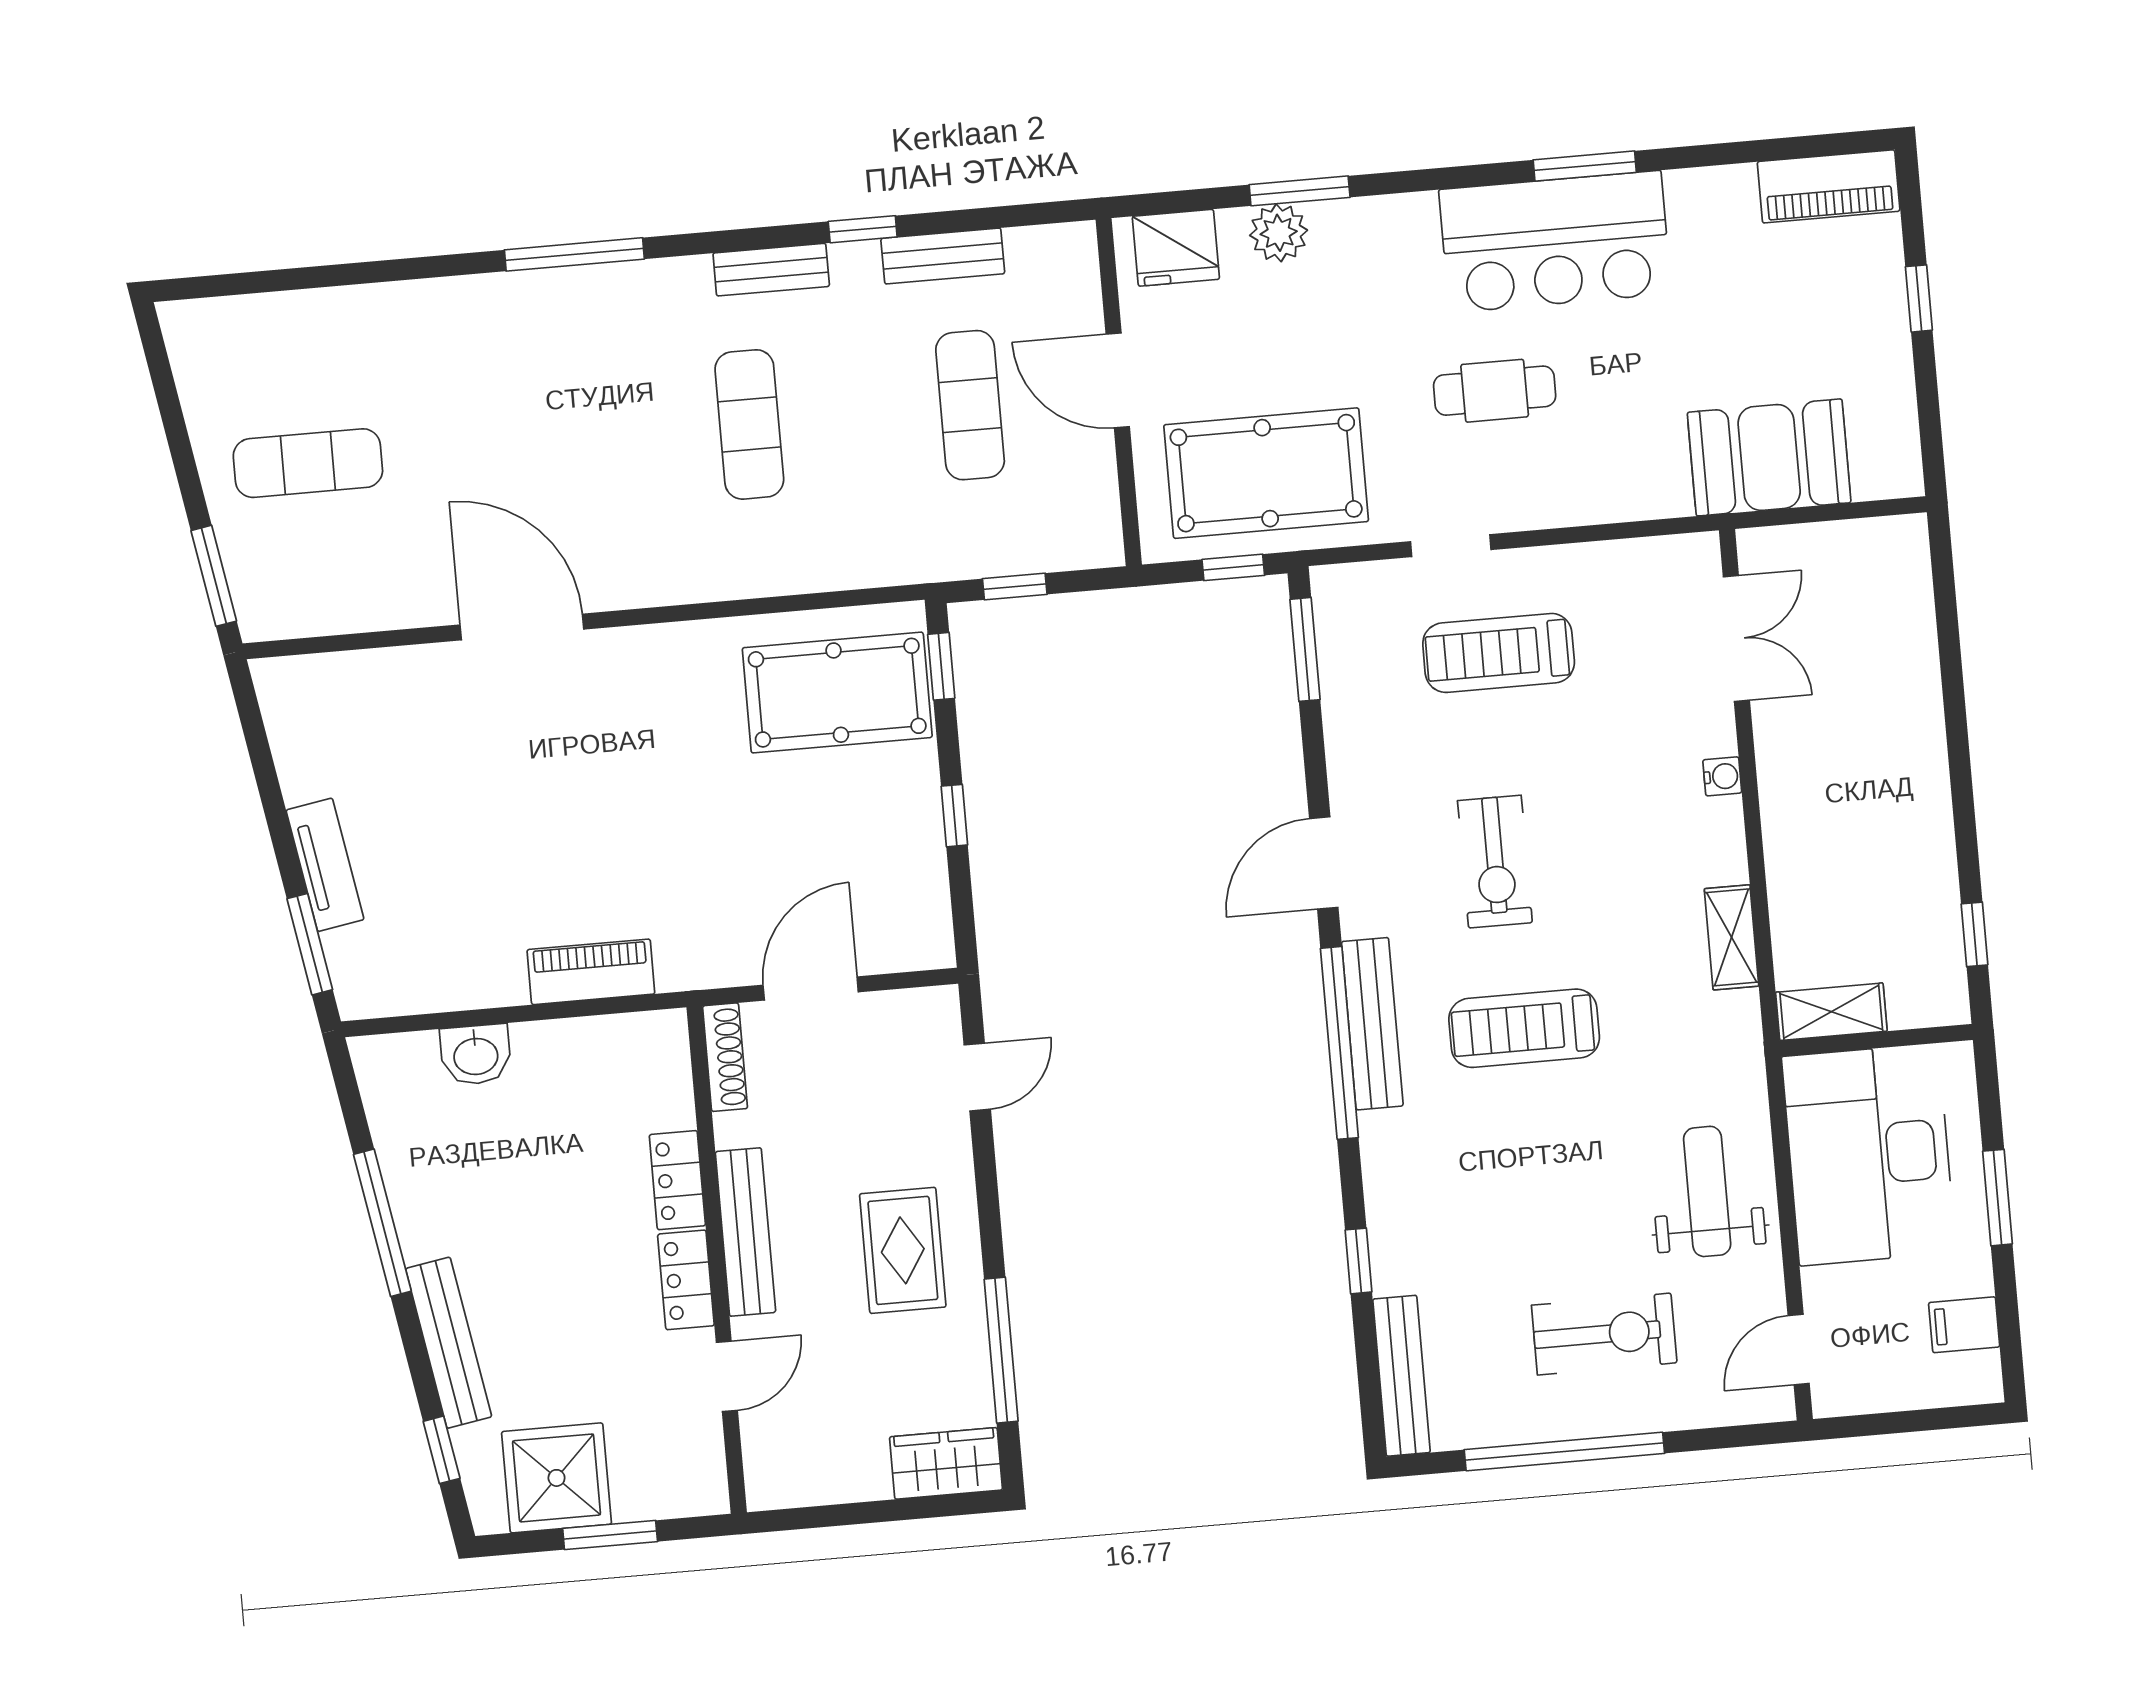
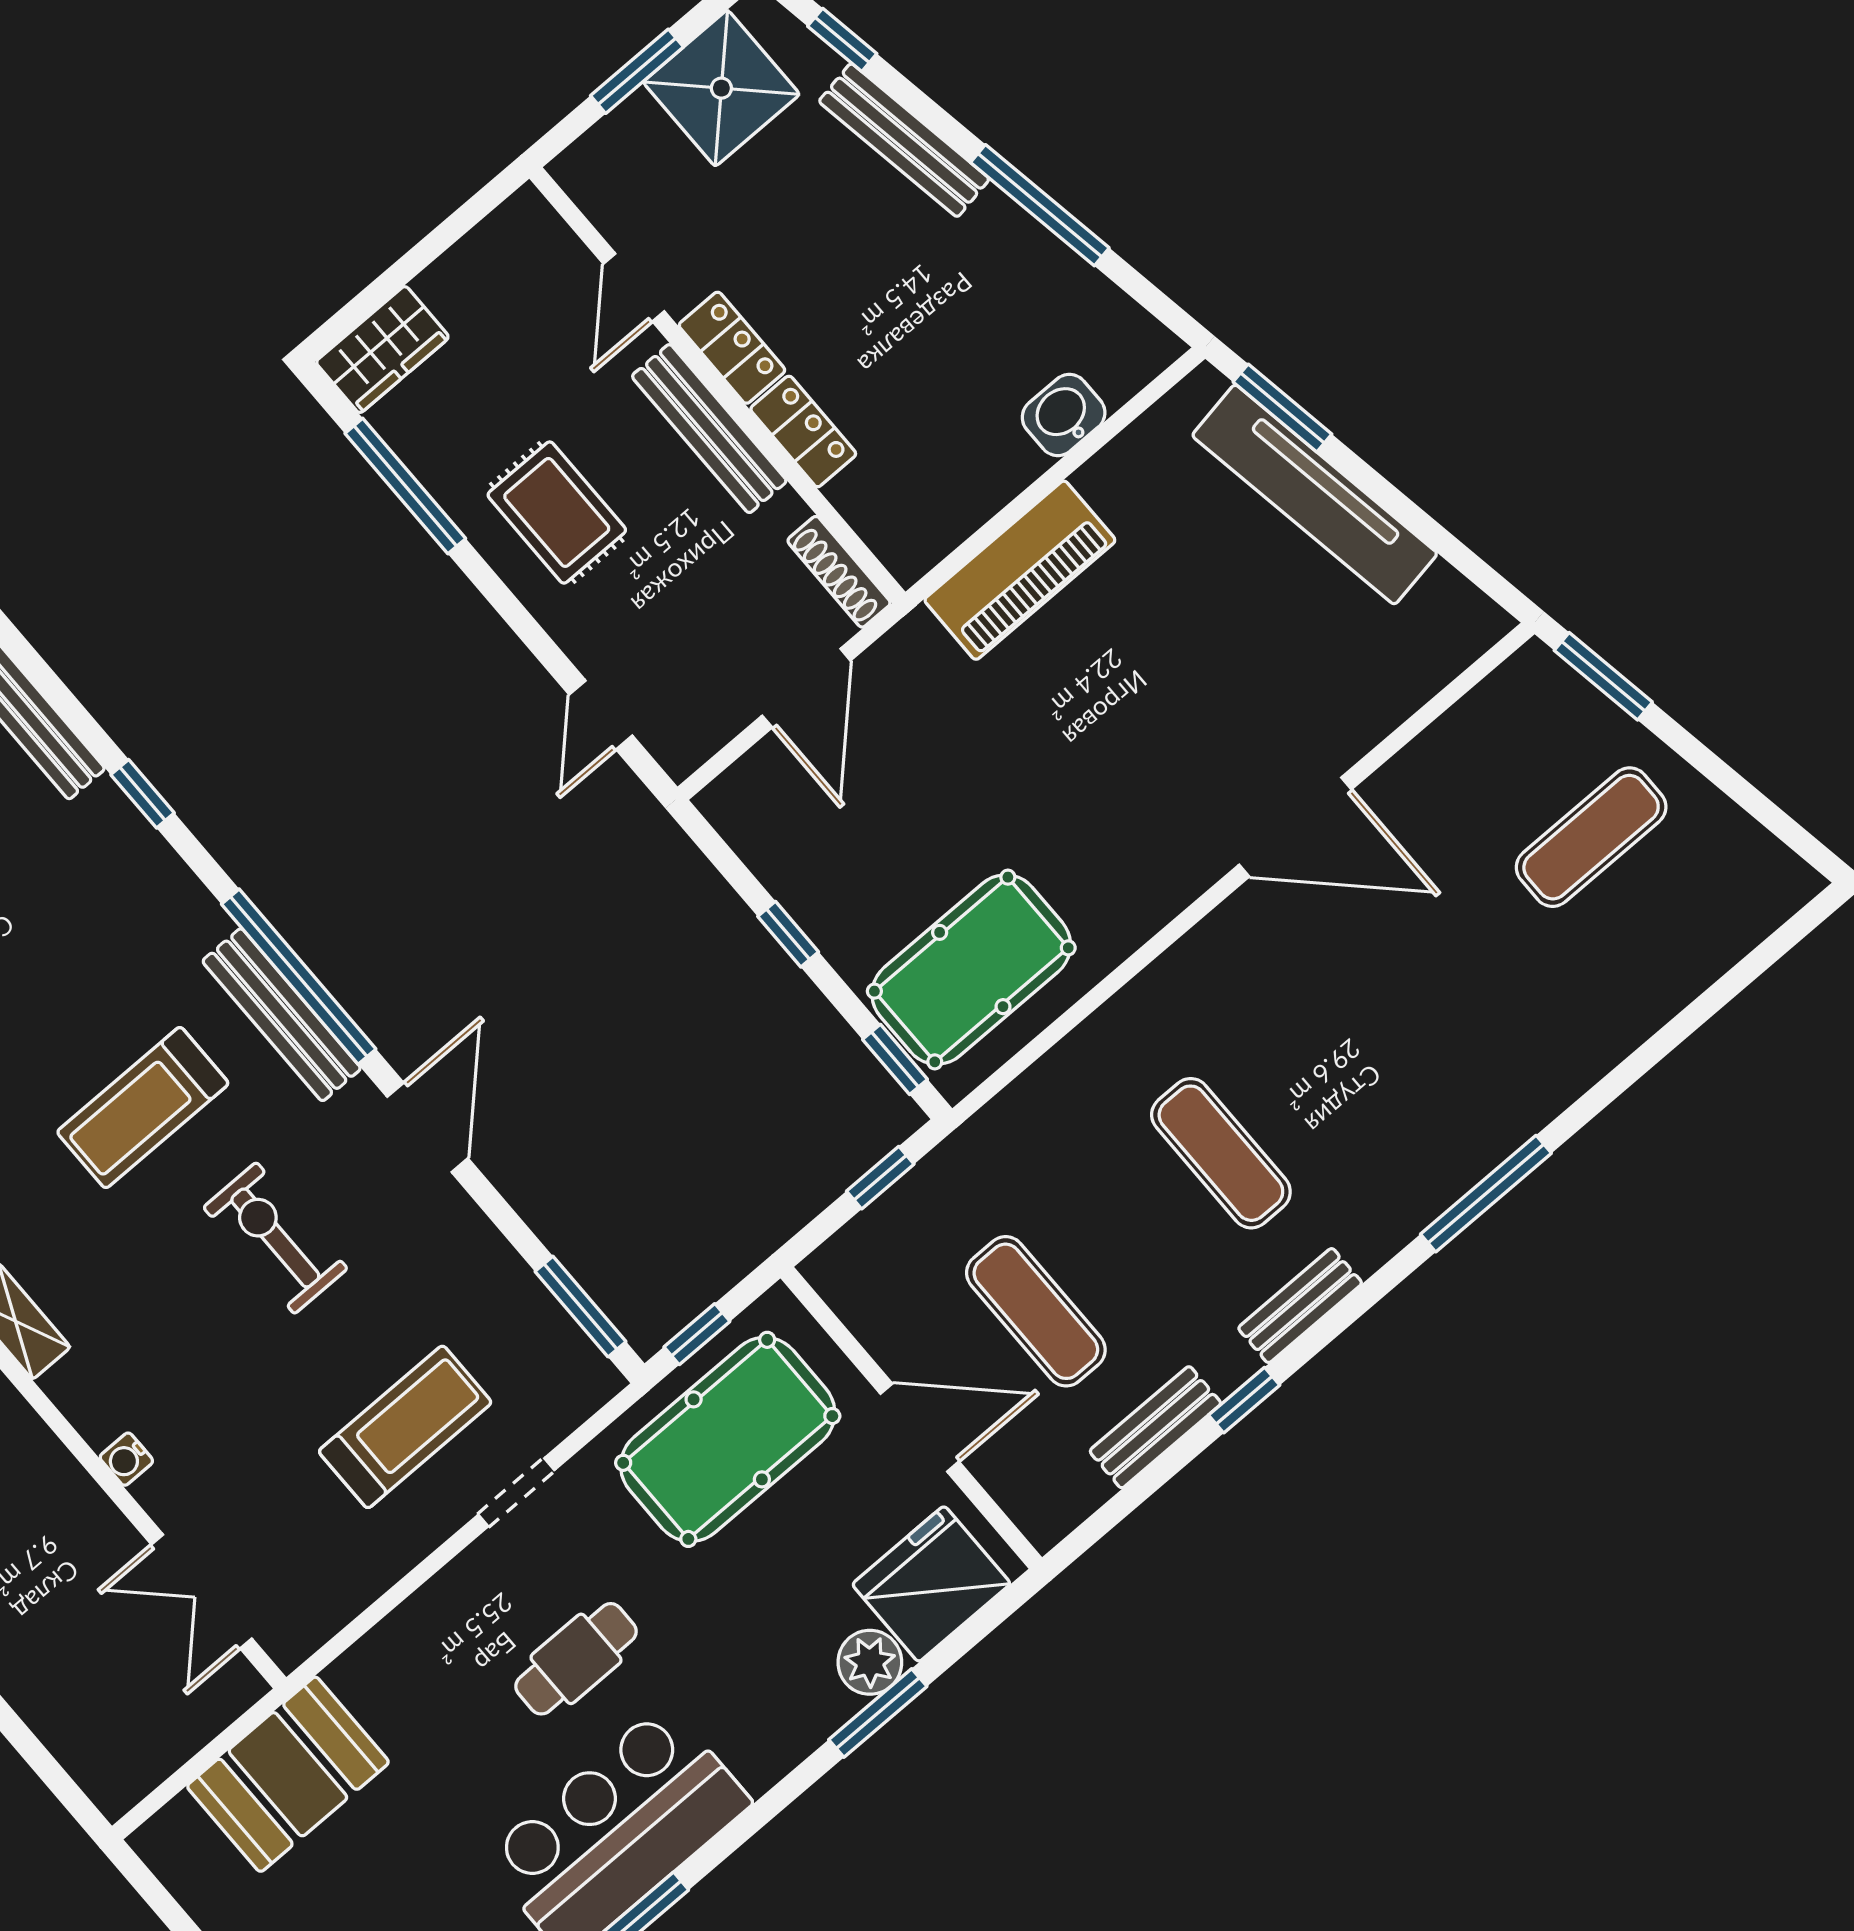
fridge: (1176, 248) -> (931, 1584), width x1.36, depth x1.34
tv unit: (325, 865) -> (1315, 494), width x1.92, depth x1.29
piano: (591, 972) -> (1020, 570), width x1.37, depth x1.33
treadmill: (1524, 1028) -> (143, 1108), turned 180

